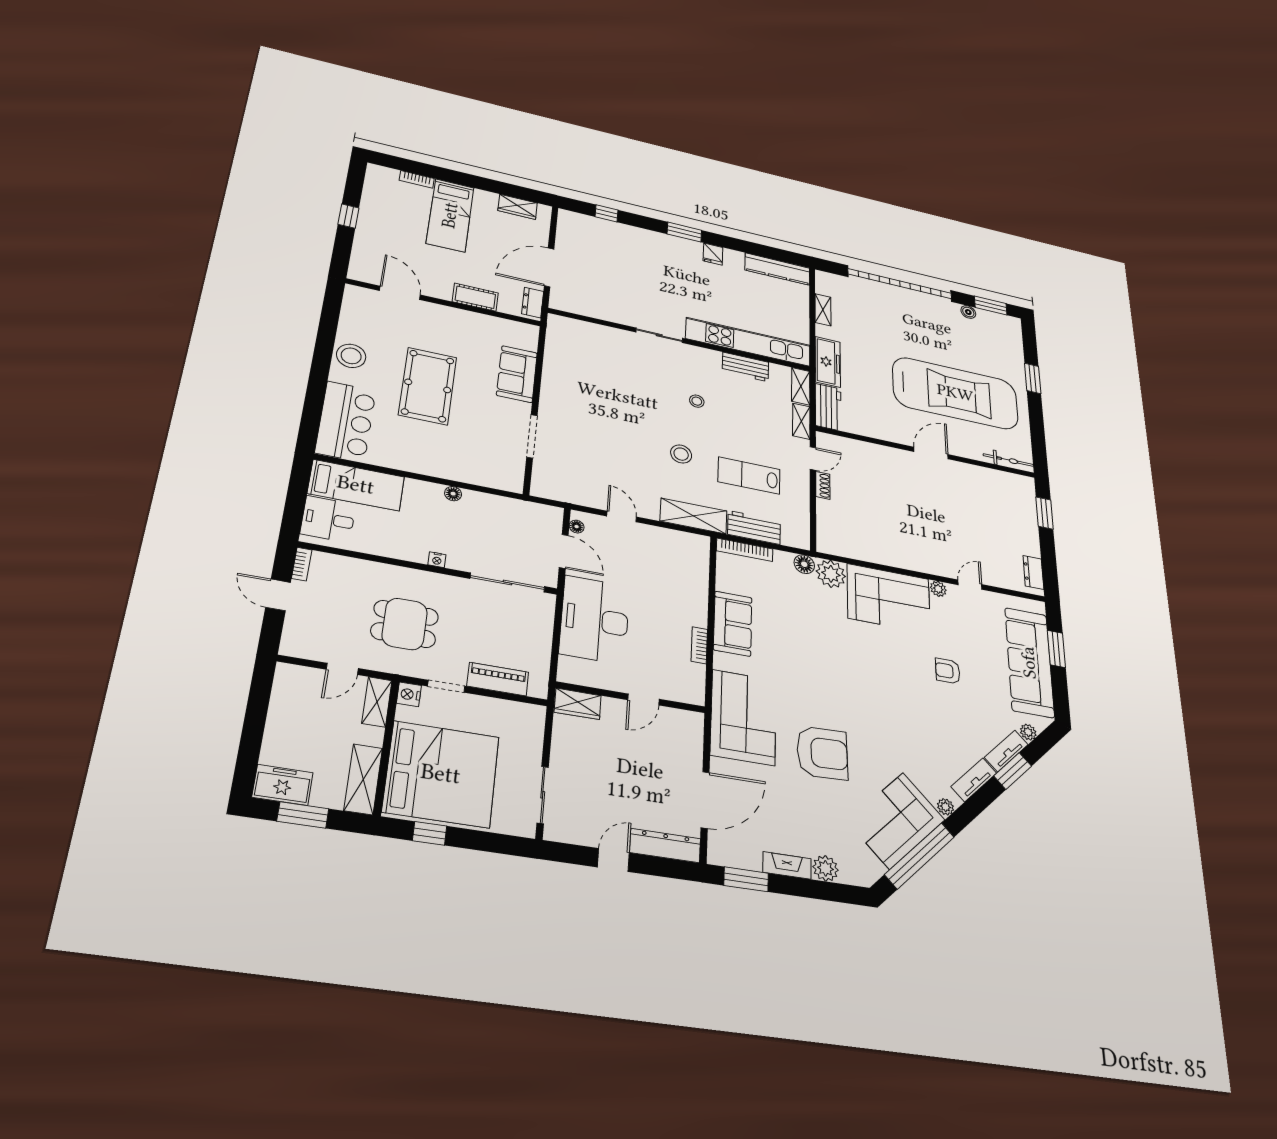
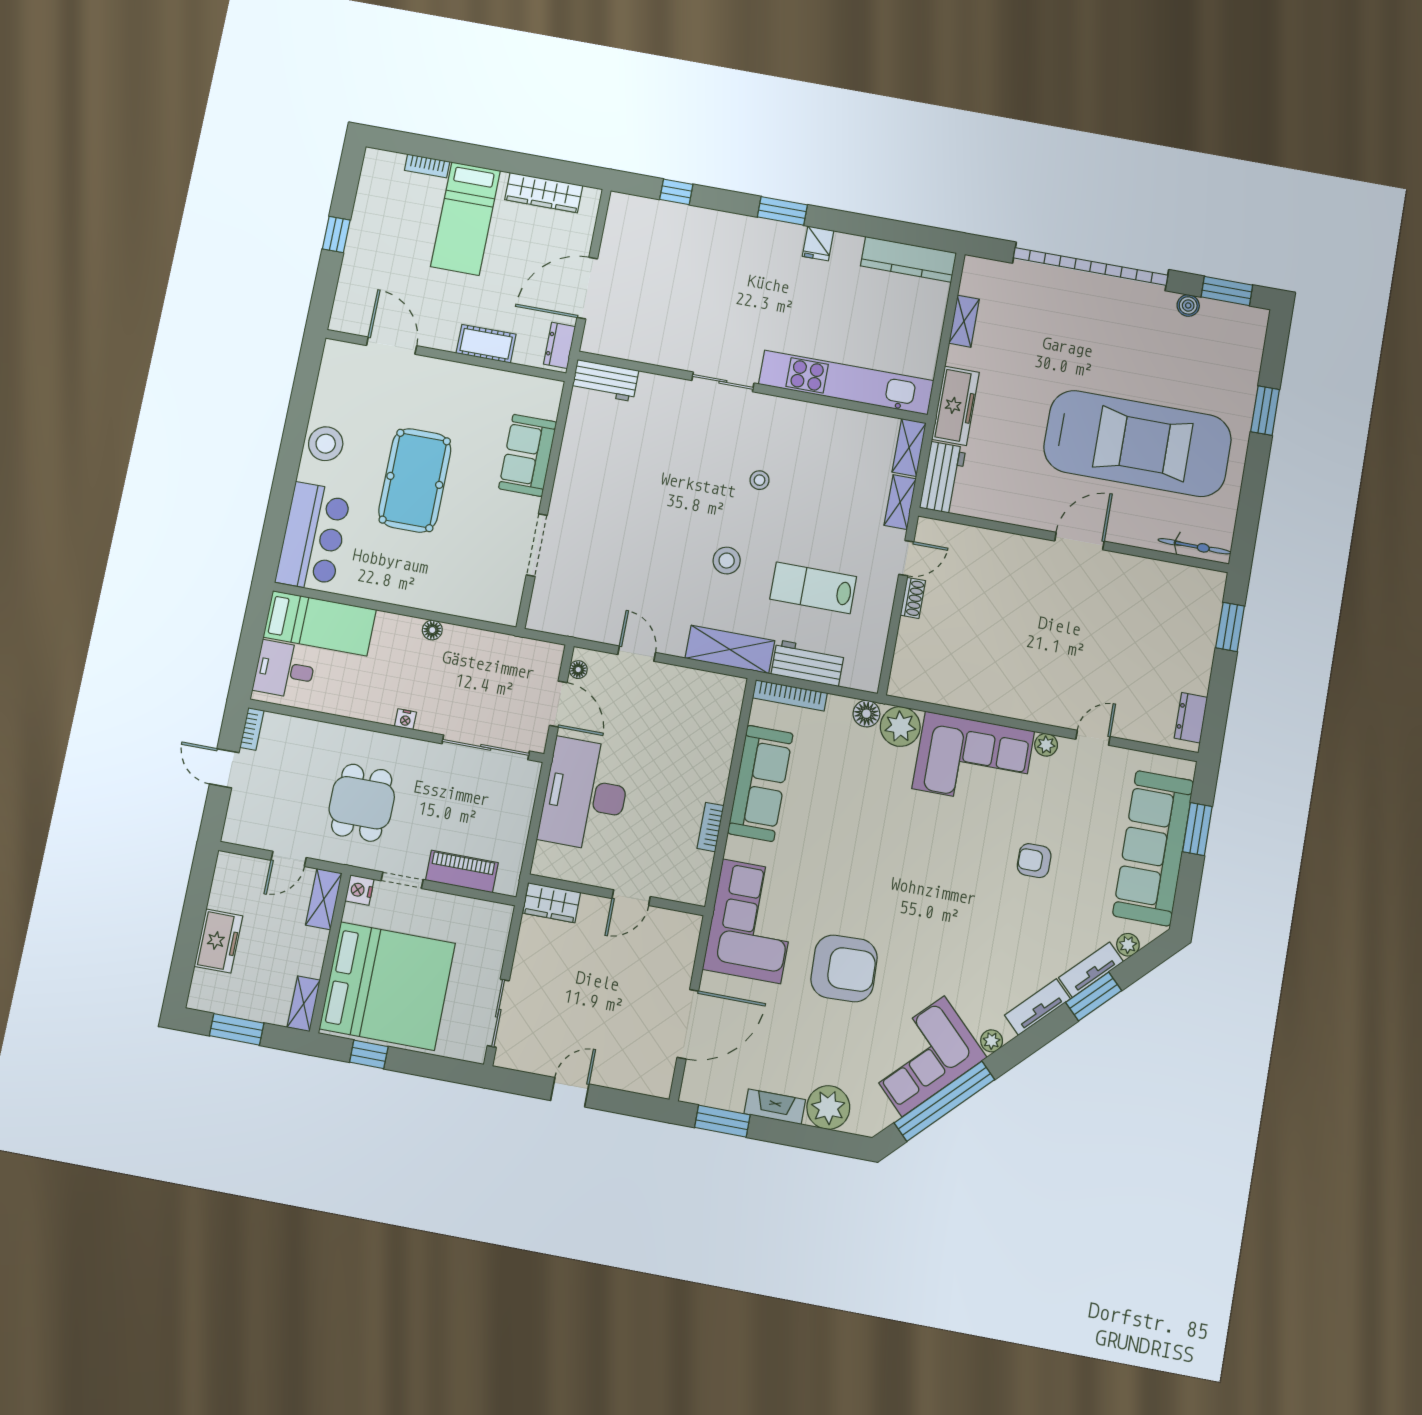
wardrobe: (518, 207) -> (544, 193), width x1.50
workbench: (746, 367) -> (605, 381), moved
dining table: (405, 624) -> (362, 803), turned 90
sofa: (733, 624) -> (760, 783), width x1.36
shelving: (363, 779) -> (304, 1004), width x0.67, depth x0.75
freezer: (283, 785) -> (218, 941), moved, turned 90
dresser: (665, 846) -> (632, 1078), removed
plant: (826, 868) -> (828, 1107), width x1.36, depth x1.36

